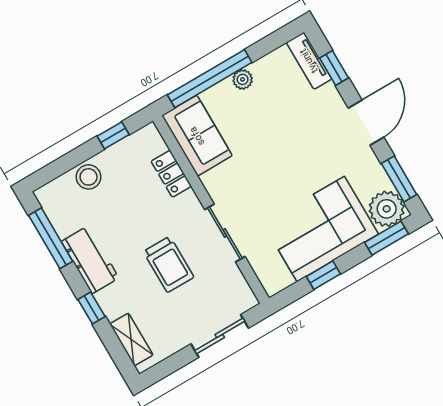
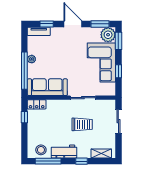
sofa: (197, 136) -> (47, 87), width x1.36
locker: (171, 174) -> (37, 104), moved
stool: (89, 177) -> (41, 150), moved

